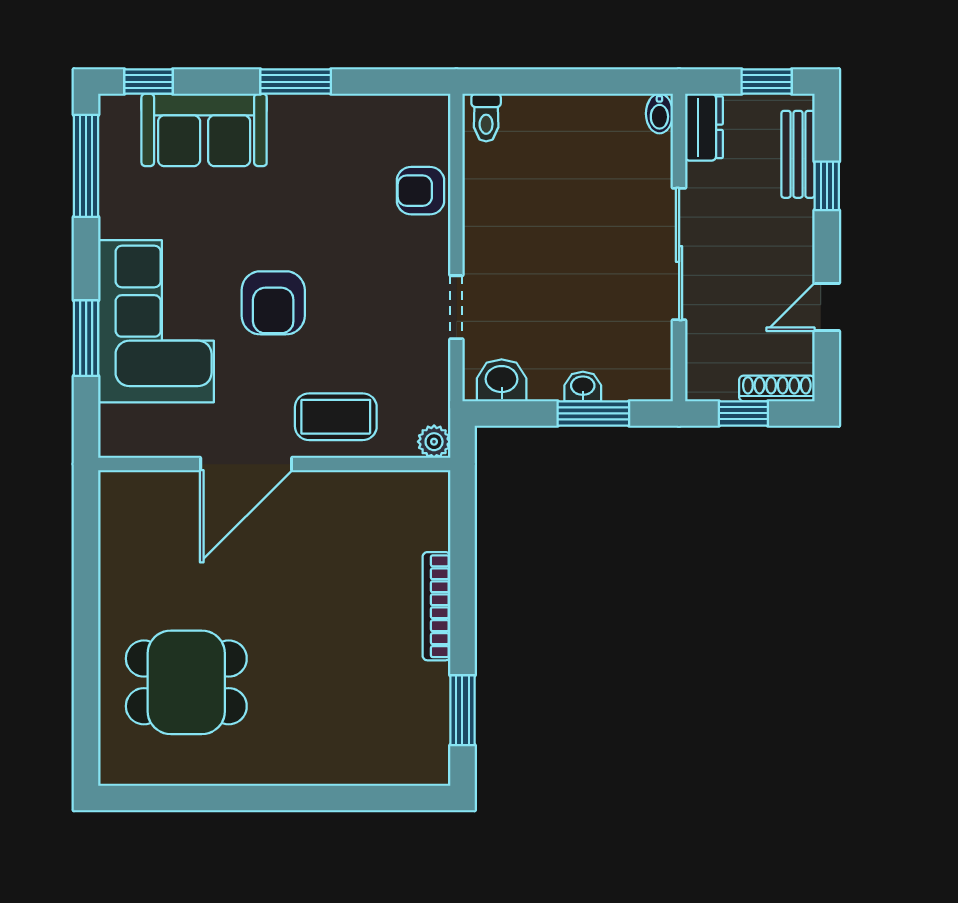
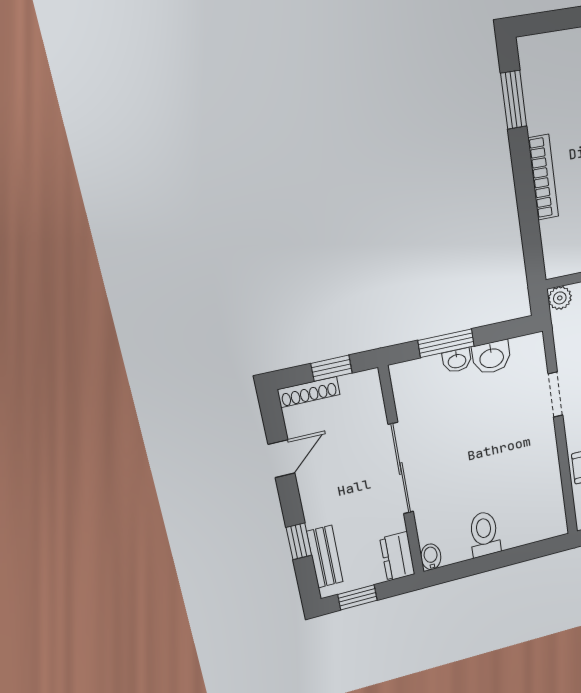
toilet: (486, 118) -> (484, 534), moved, width x1.37, depth x1.39
washbasin: (502, 380) -> (492, 357), moved

